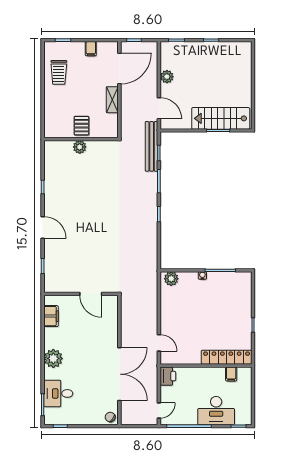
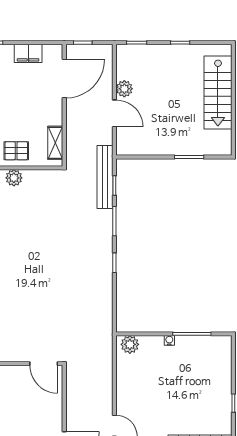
filing cabinet: (91, 49) -> (28, 53), width x2.00
shelving: (112, 100) -> (55, 143), moved
door: (159, 108) -> (114, 113), moved
stairs: (221, 118) -> (218, 93), moved, turned -90
pallet: (81, 126) -> (16, 151), turned 90
door: (91, 294) -> (44, 364), moved

